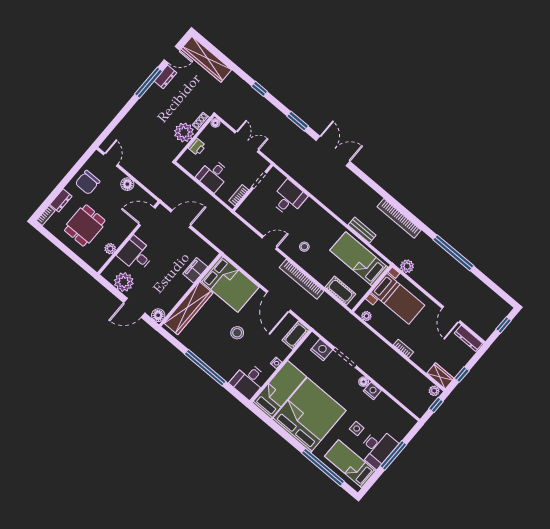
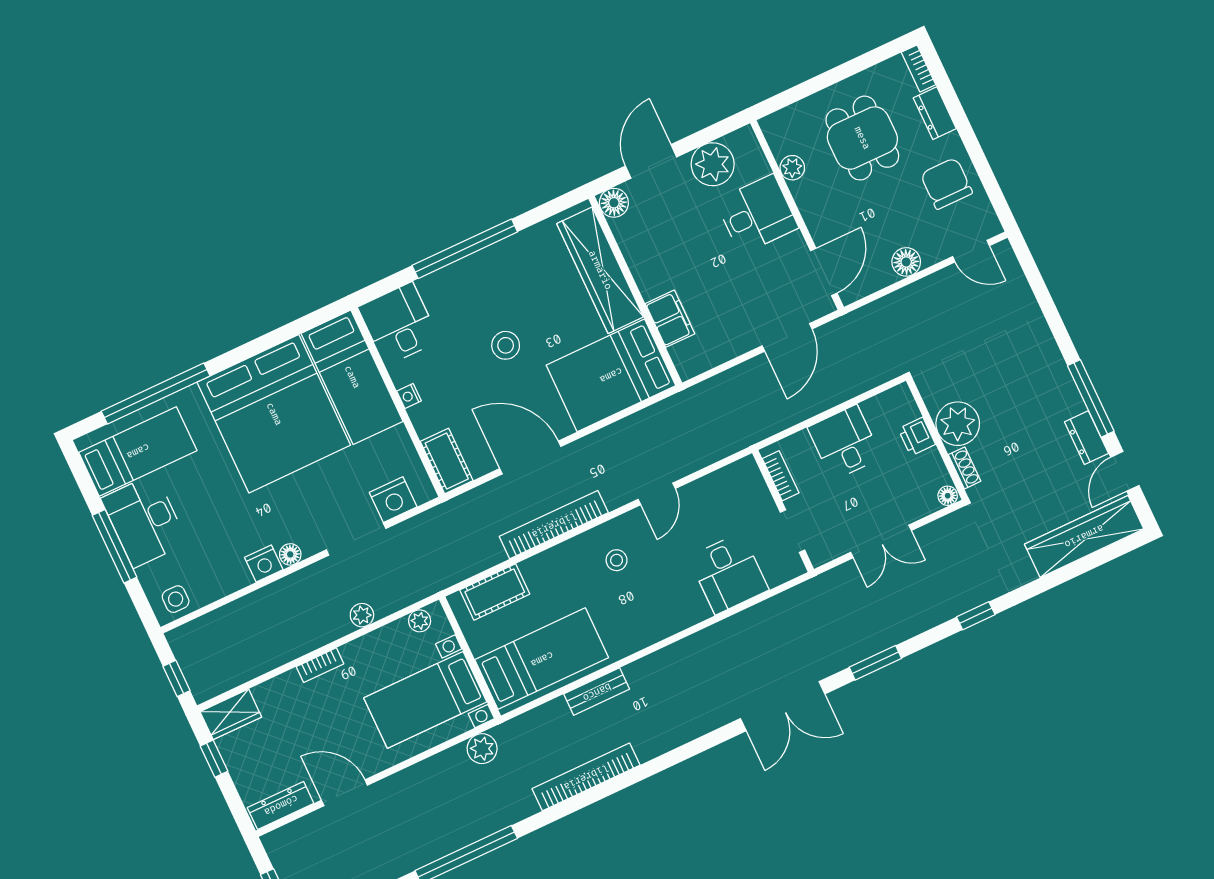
plant: (434, 391) -> (362, 615), moved
side table: (357, 429) -> (176, 599), moved

